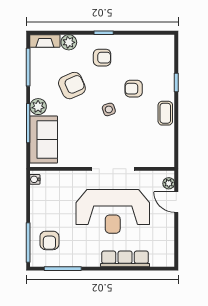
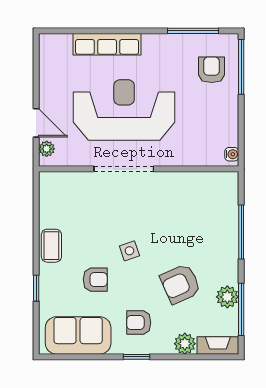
plant: (38, 107) -> (227, 297), moved
sofa: (44, 140) -> (78, 335), moved, turned 90

